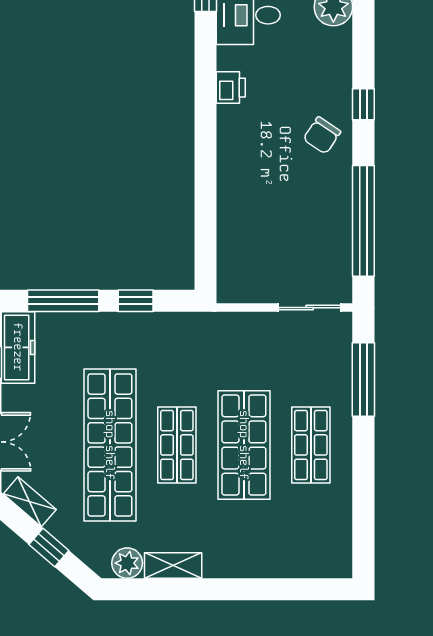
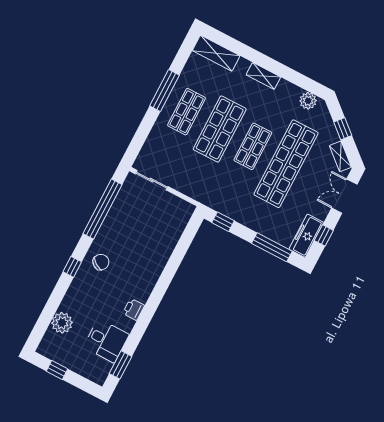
window: (136, 301) -> (223, 222), moved
window: (363, 379) -> (165, 90), moved
shelving: (312, 562) -> (216, 53), added
shelving: (173, 565) -> (263, 76), moved

